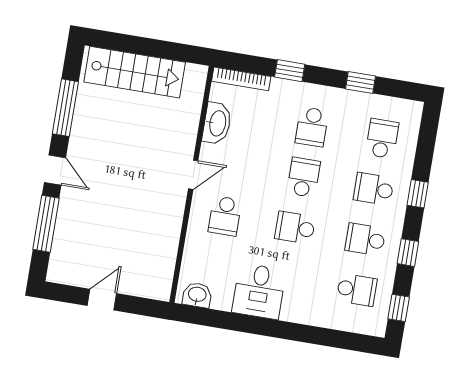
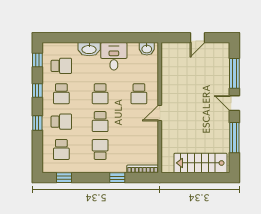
window: (361, 83) -> (64, 178), moved
washbasin: (217, 123) -> (89, 49), moved, turned -90
school desk: (225, 216) -> (139, 94), turned 180
school desk: (295, 228) -> (100, 94), turned 90
school desk: (365, 239) -> (61, 94), turned 90
school desk: (357, 290) -> (61, 66), turned 180

